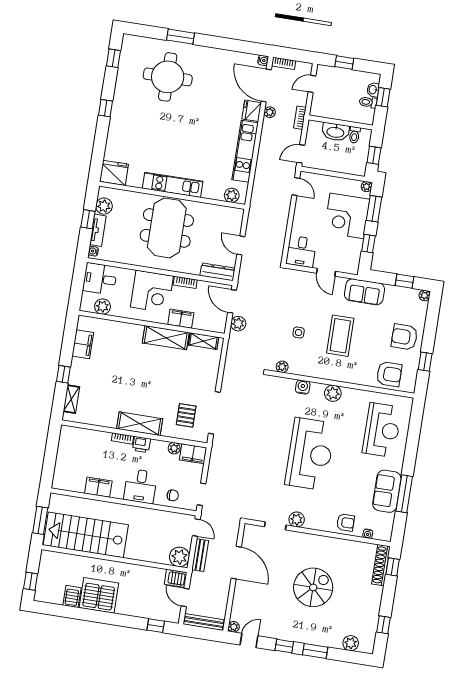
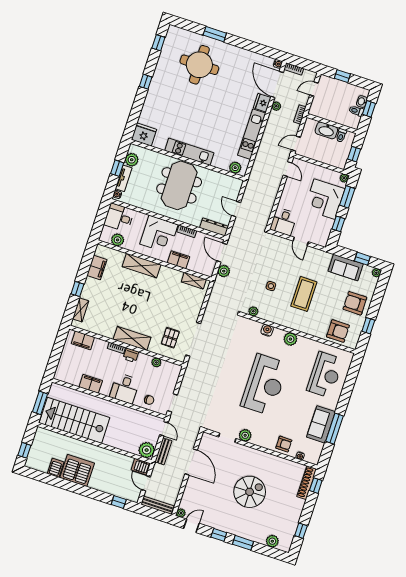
sofa: (364, 292) -> (346, 268), moved
shelving: (166, 338) -> (141, 266), moved
filing cabinet: (193, 454) -> (83, 340), moved

